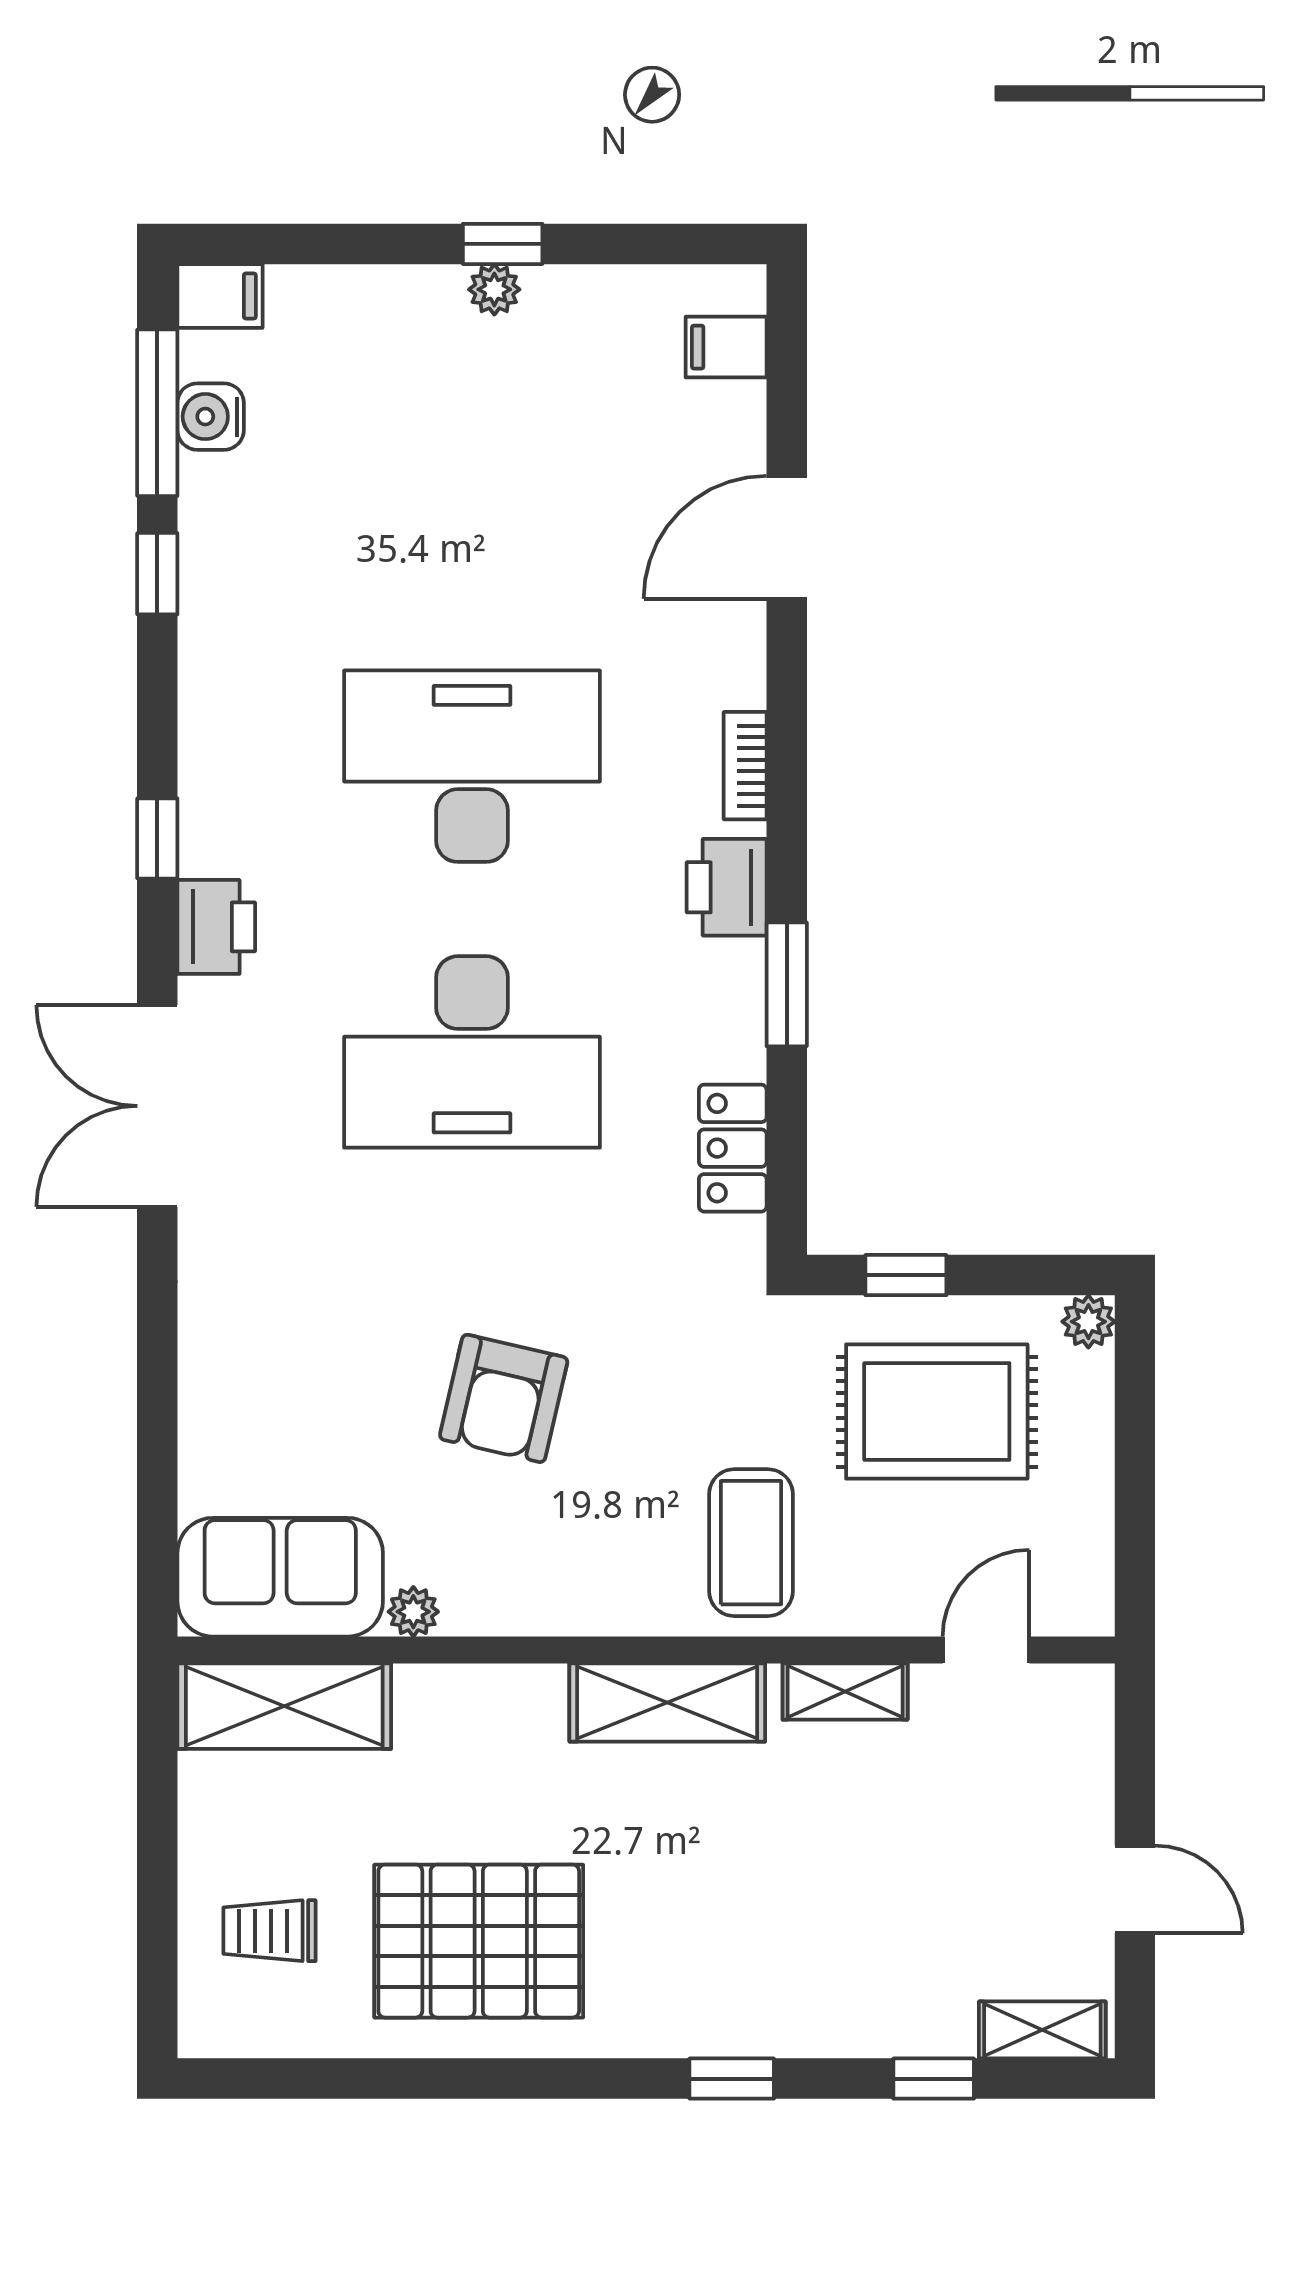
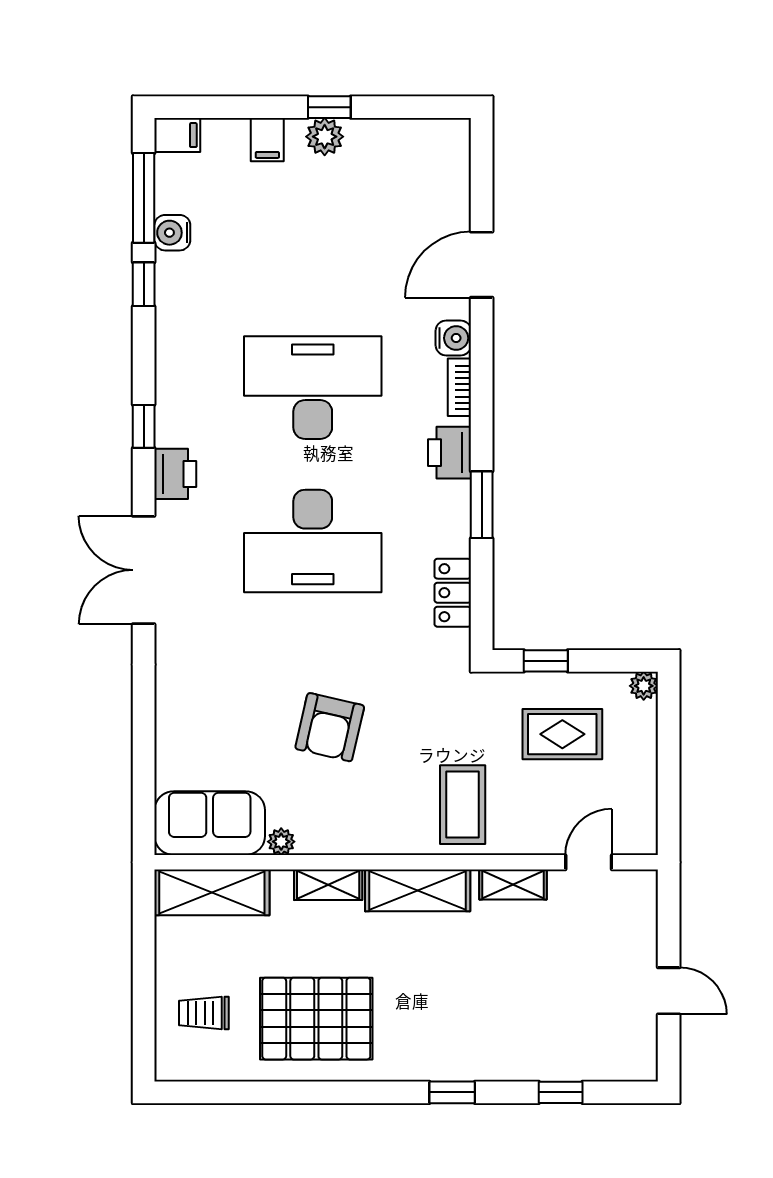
plant: (494, 289) -> (325, 137), width x1.38, depth x1.38
filing cabinet: (726, 347) -> (267, 140), moved, turned -90
water cooler: (211, 417) -> (172, 233), moved
water cooler: (734, 674) -> (453, 338), added
rug: (937, 1412) -> (562, 734), width x0.73, depth x0.70
shelving: (1042, 2030) -> (328, 885), moved

